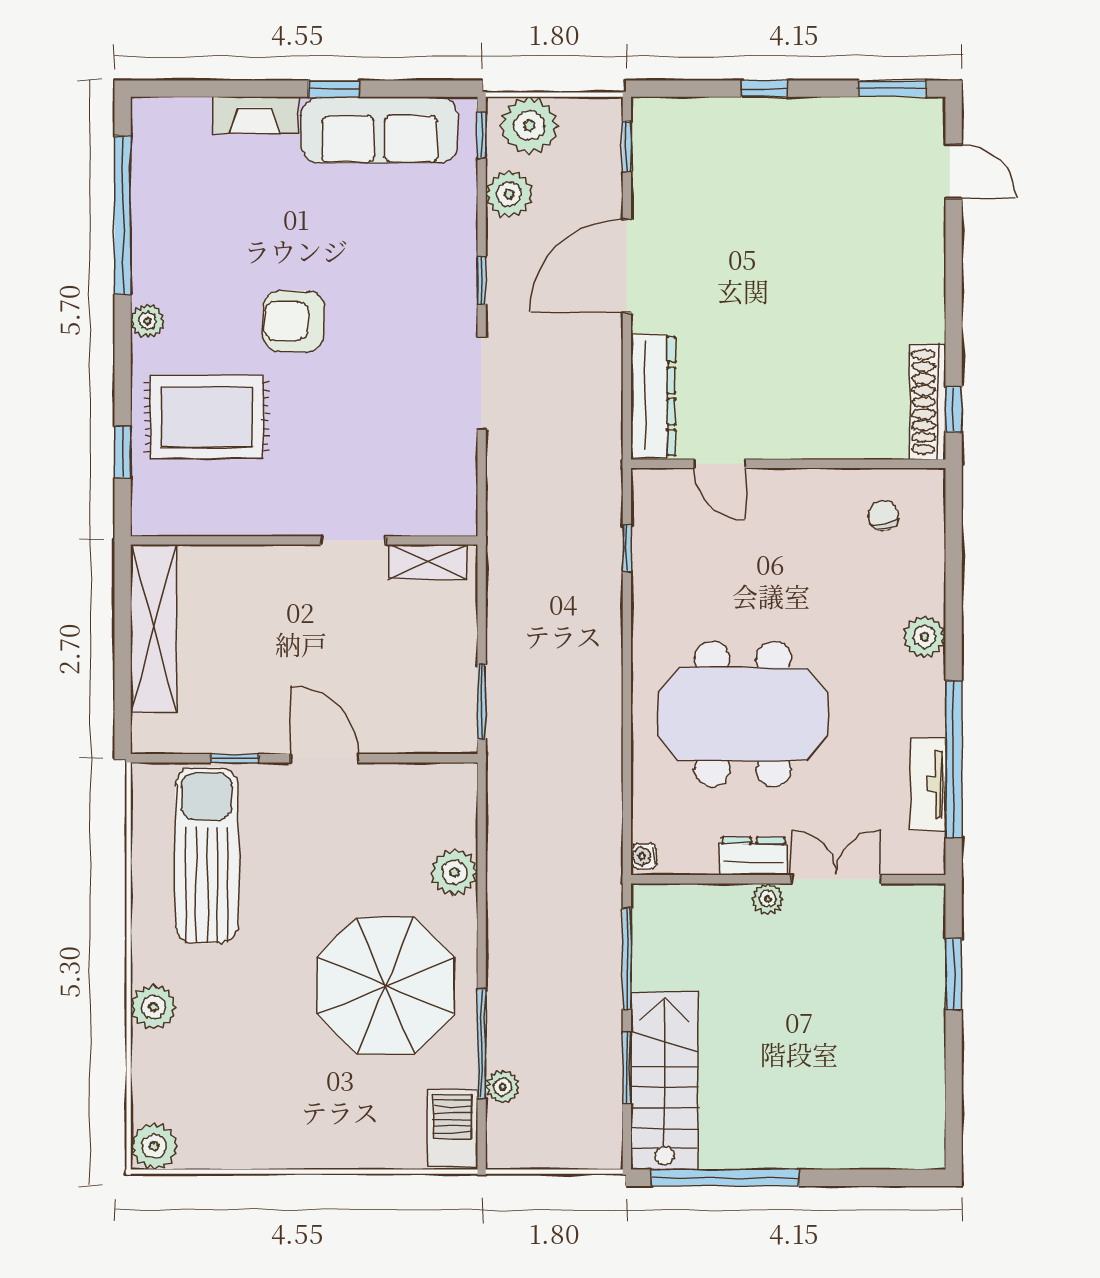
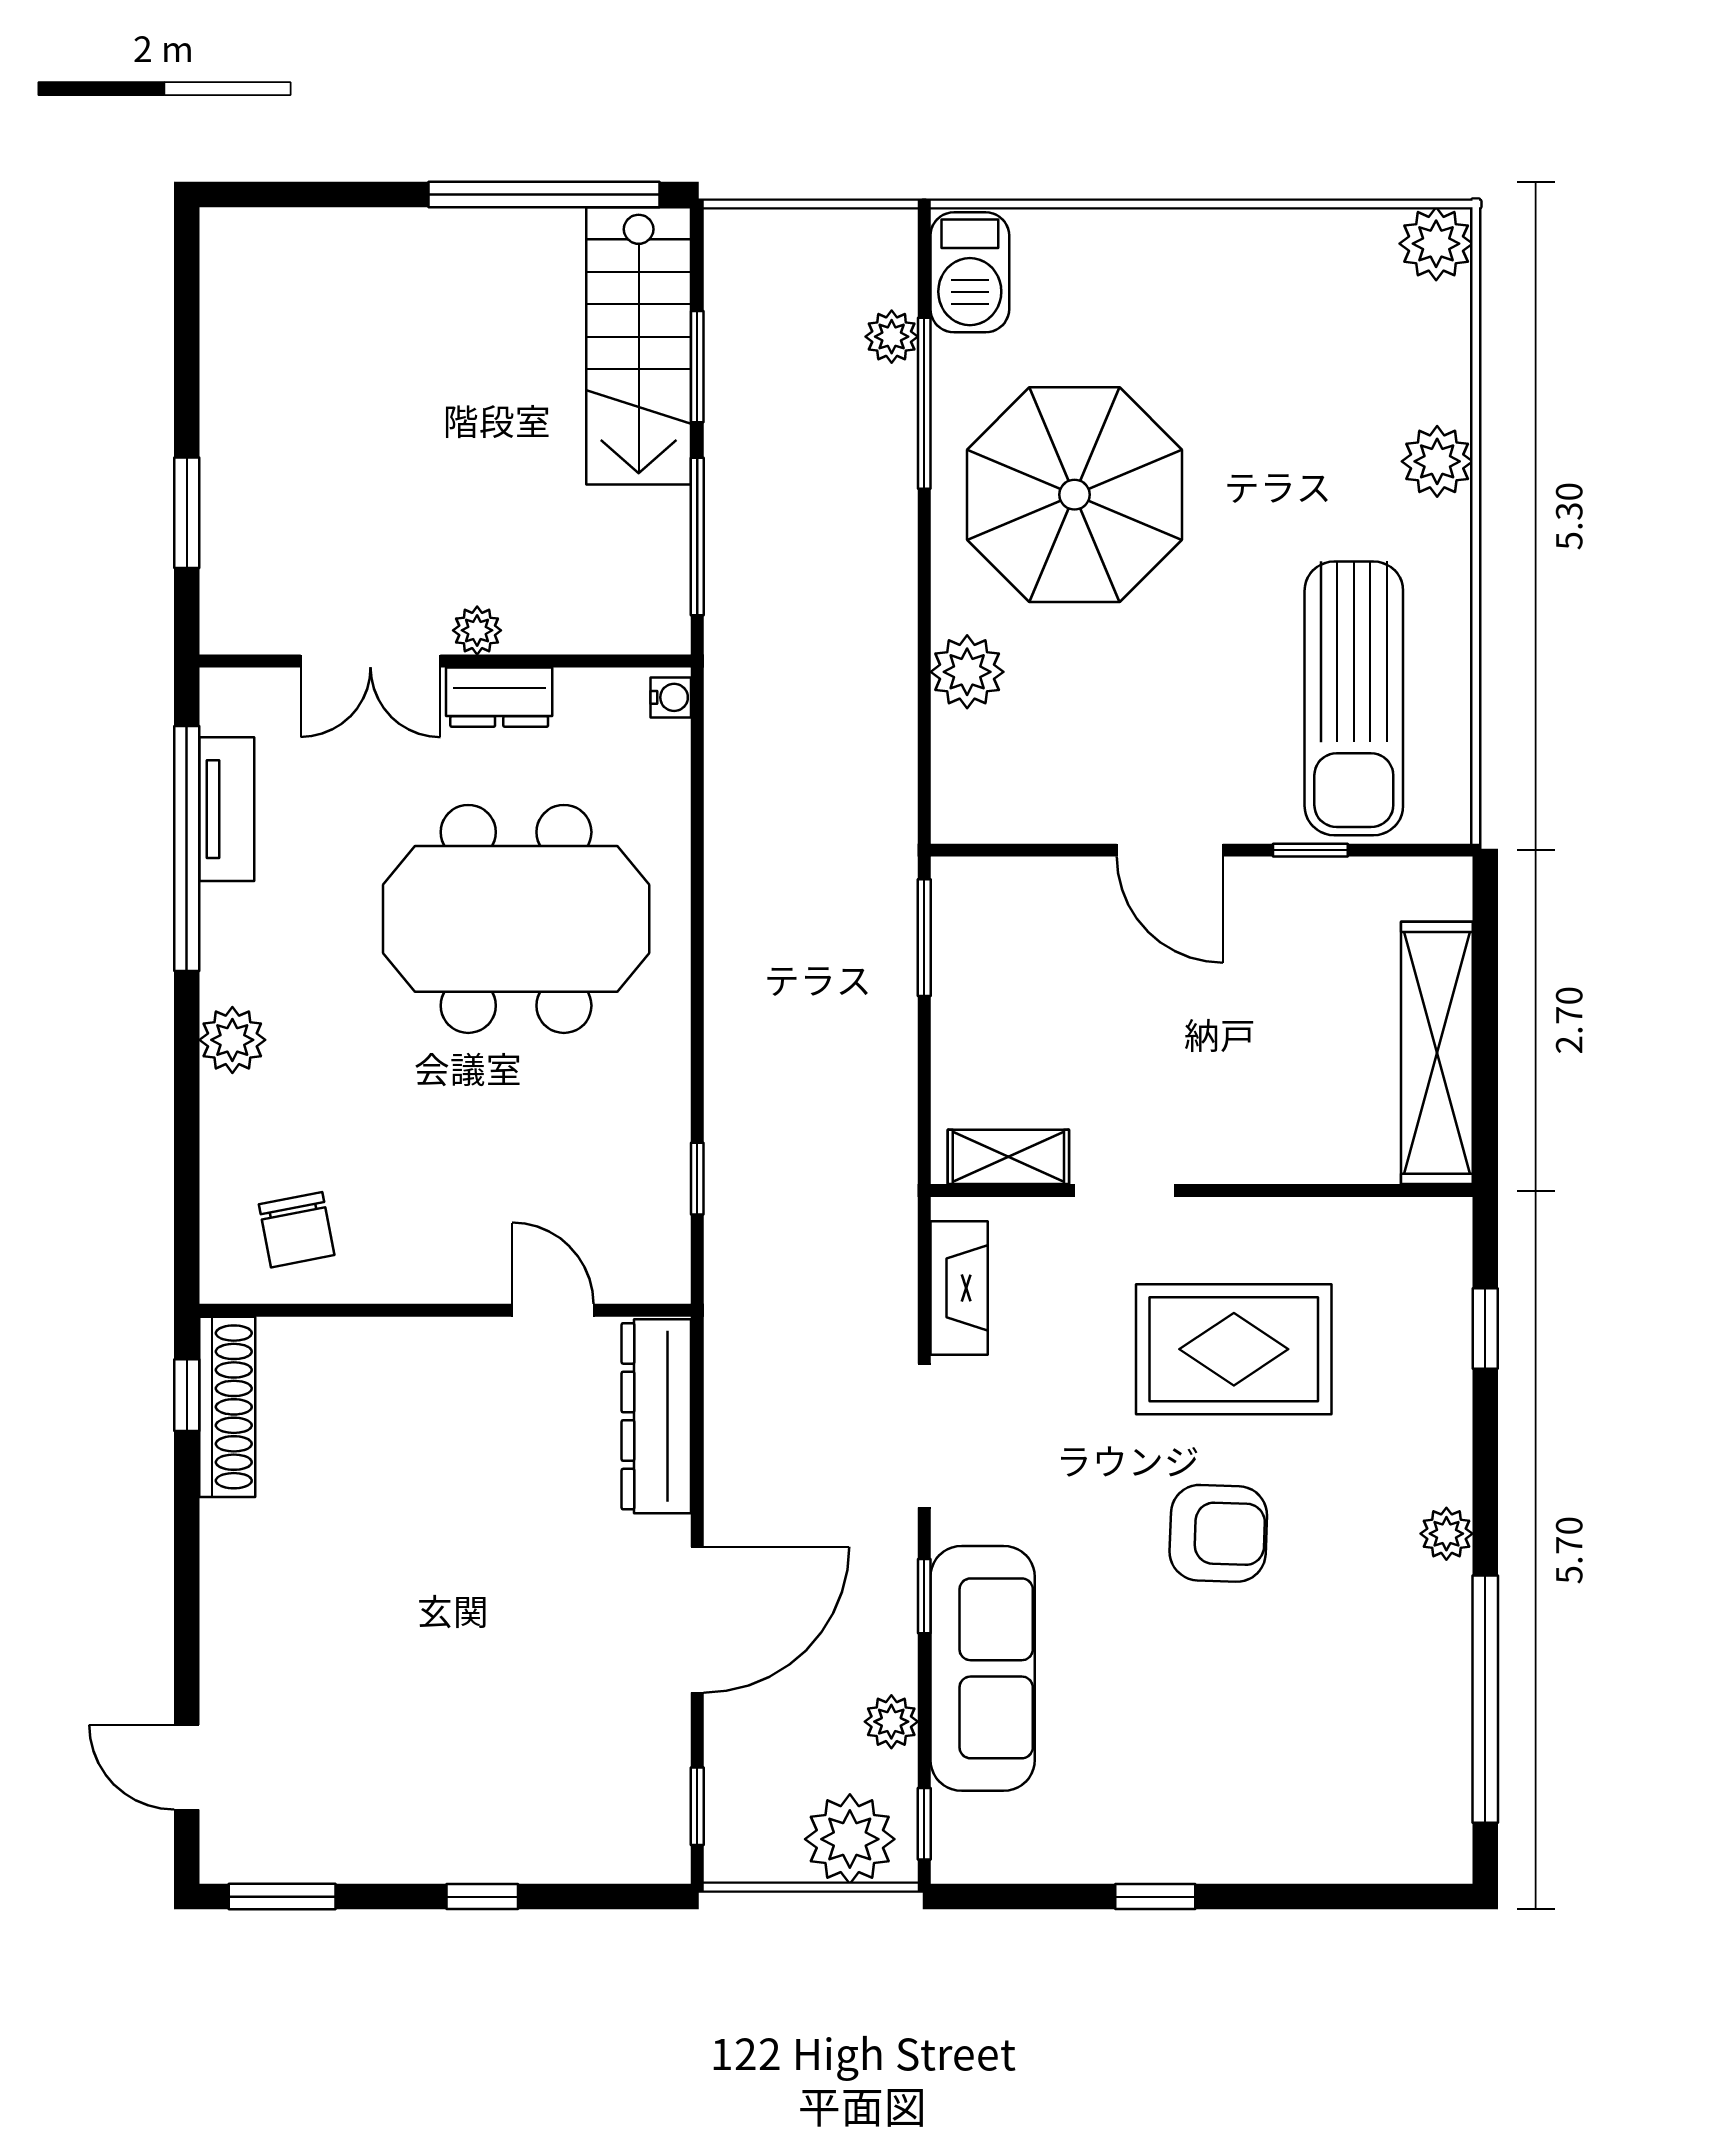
fireplace: (255, 115) -> (959, 1288), moved, turned 90
sofa: (379, 130) -> (983, 1668), moved, turned 90
plant: (509, 194) -> (891, 1722), width x0.73, depth x0.73
rug: (207, 417) -> (1234, 1349), moved
chair: (883, 515) -> (297, 1230), width x1.37, depth x1.37

